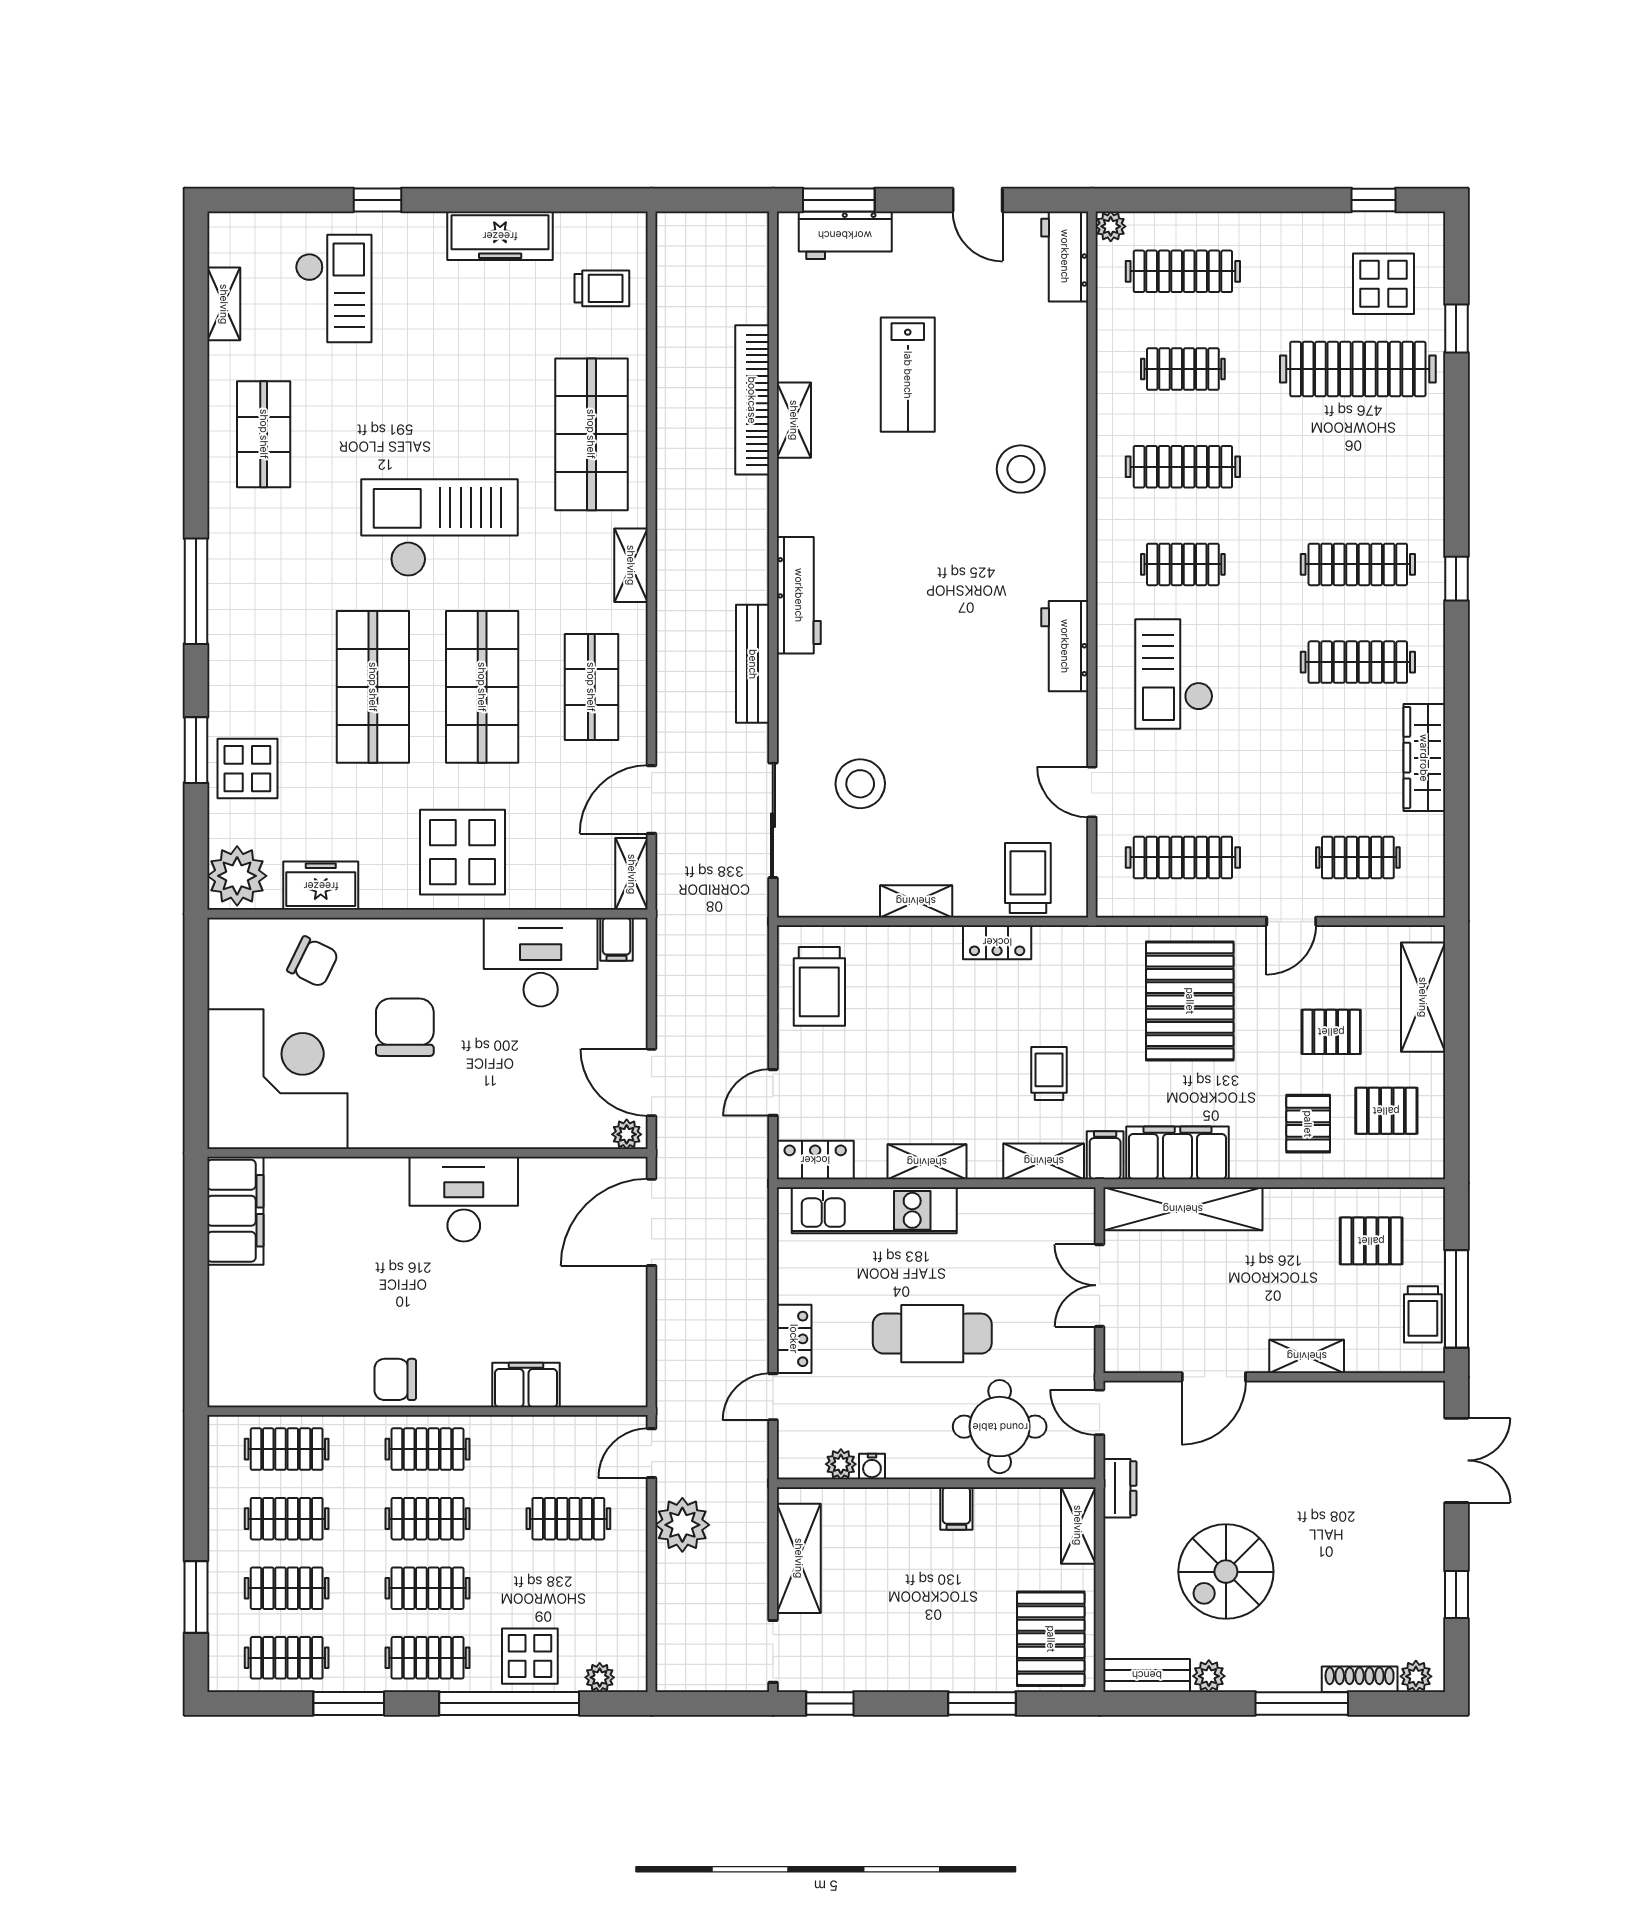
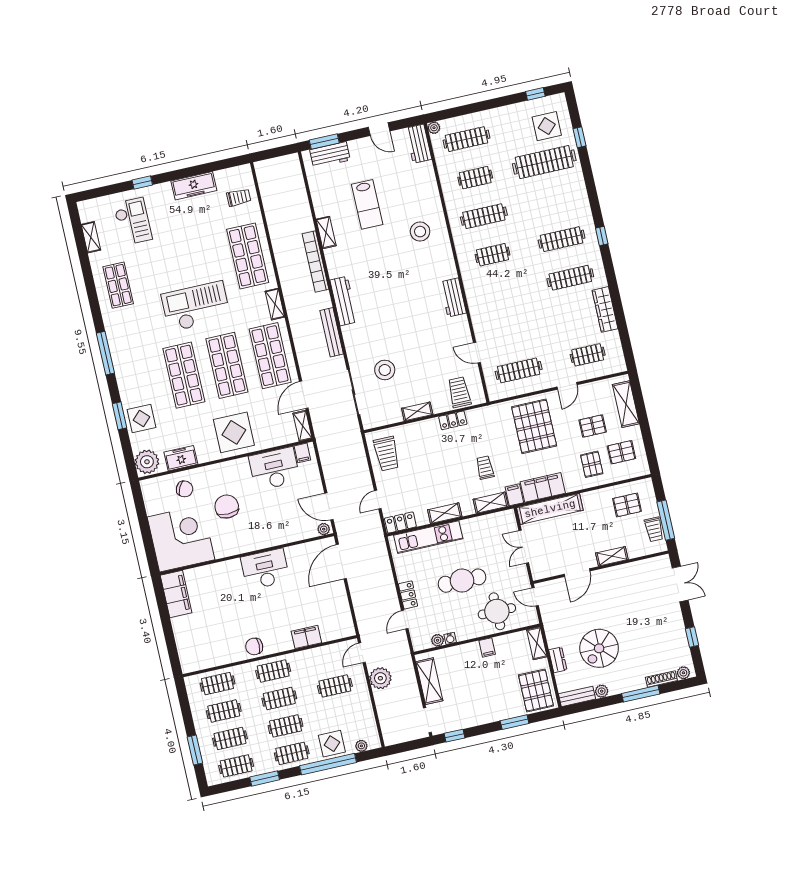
bookcase: (752, 400) -> (315, 262), moved
checkout: (1174, 674) -> (499, 299), removed
shop shelf: (591, 687) -> (270, 356), width x1.43, depth x1.36
dresser: (1120, 1488) -> (558, 660), moved

